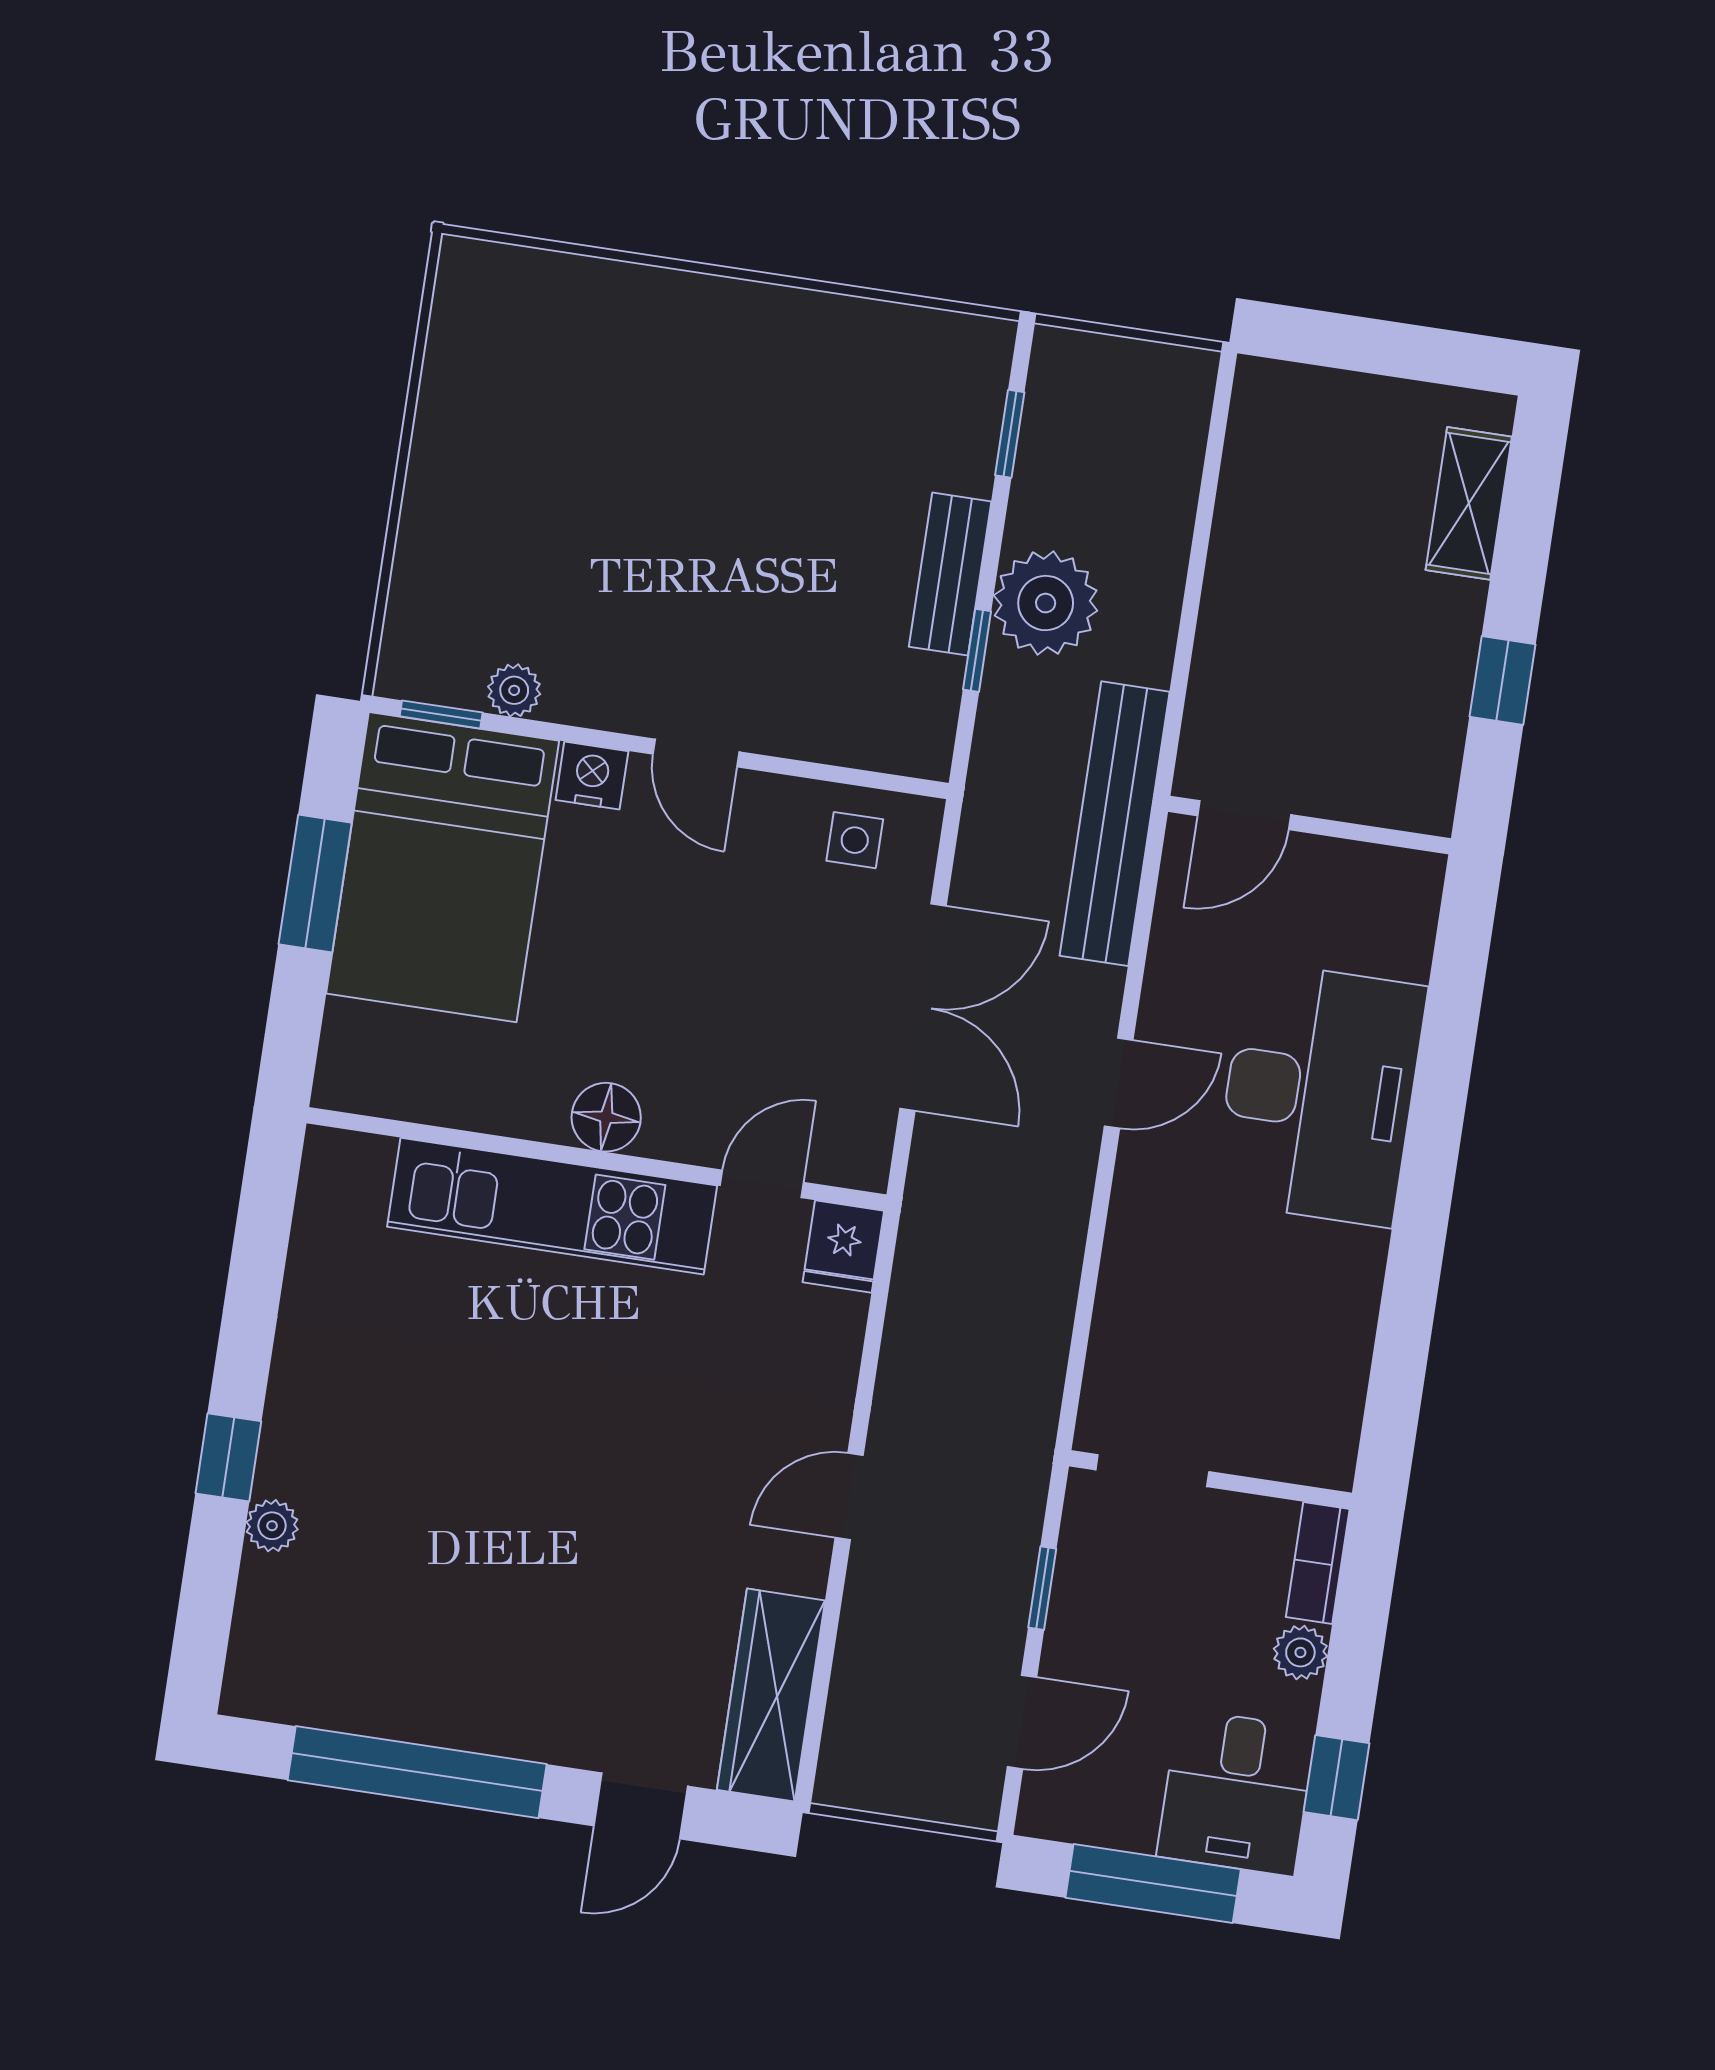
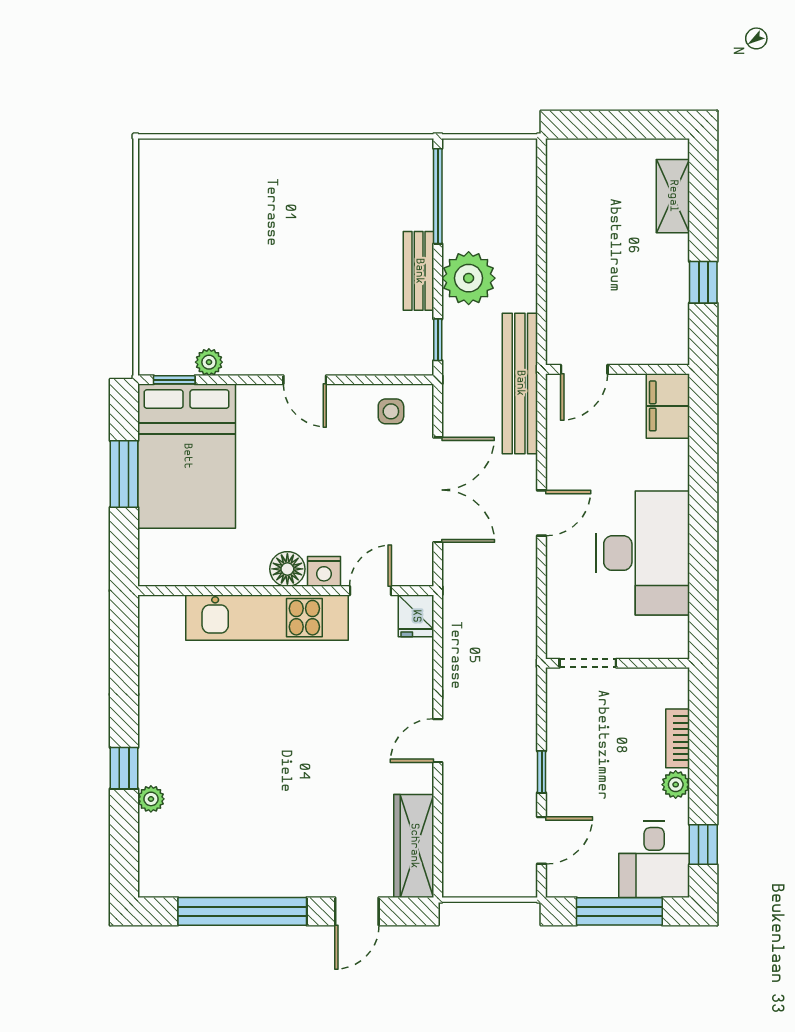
window: (1010, 434) -> (438, 196), width x2.17
window: (977, 650) -> (438, 340), moved
nightstand: (592, 776) -> (324, 571), moved, turned 180
filing cabinet: (1397, 911) -> (668, 406), added
desk: (1319, 1094) -> (643, 553), moved
doorway: (1152, 1471) -> (588, 663), moved
wall: (1210, 1479) -> (618, 663), moved

